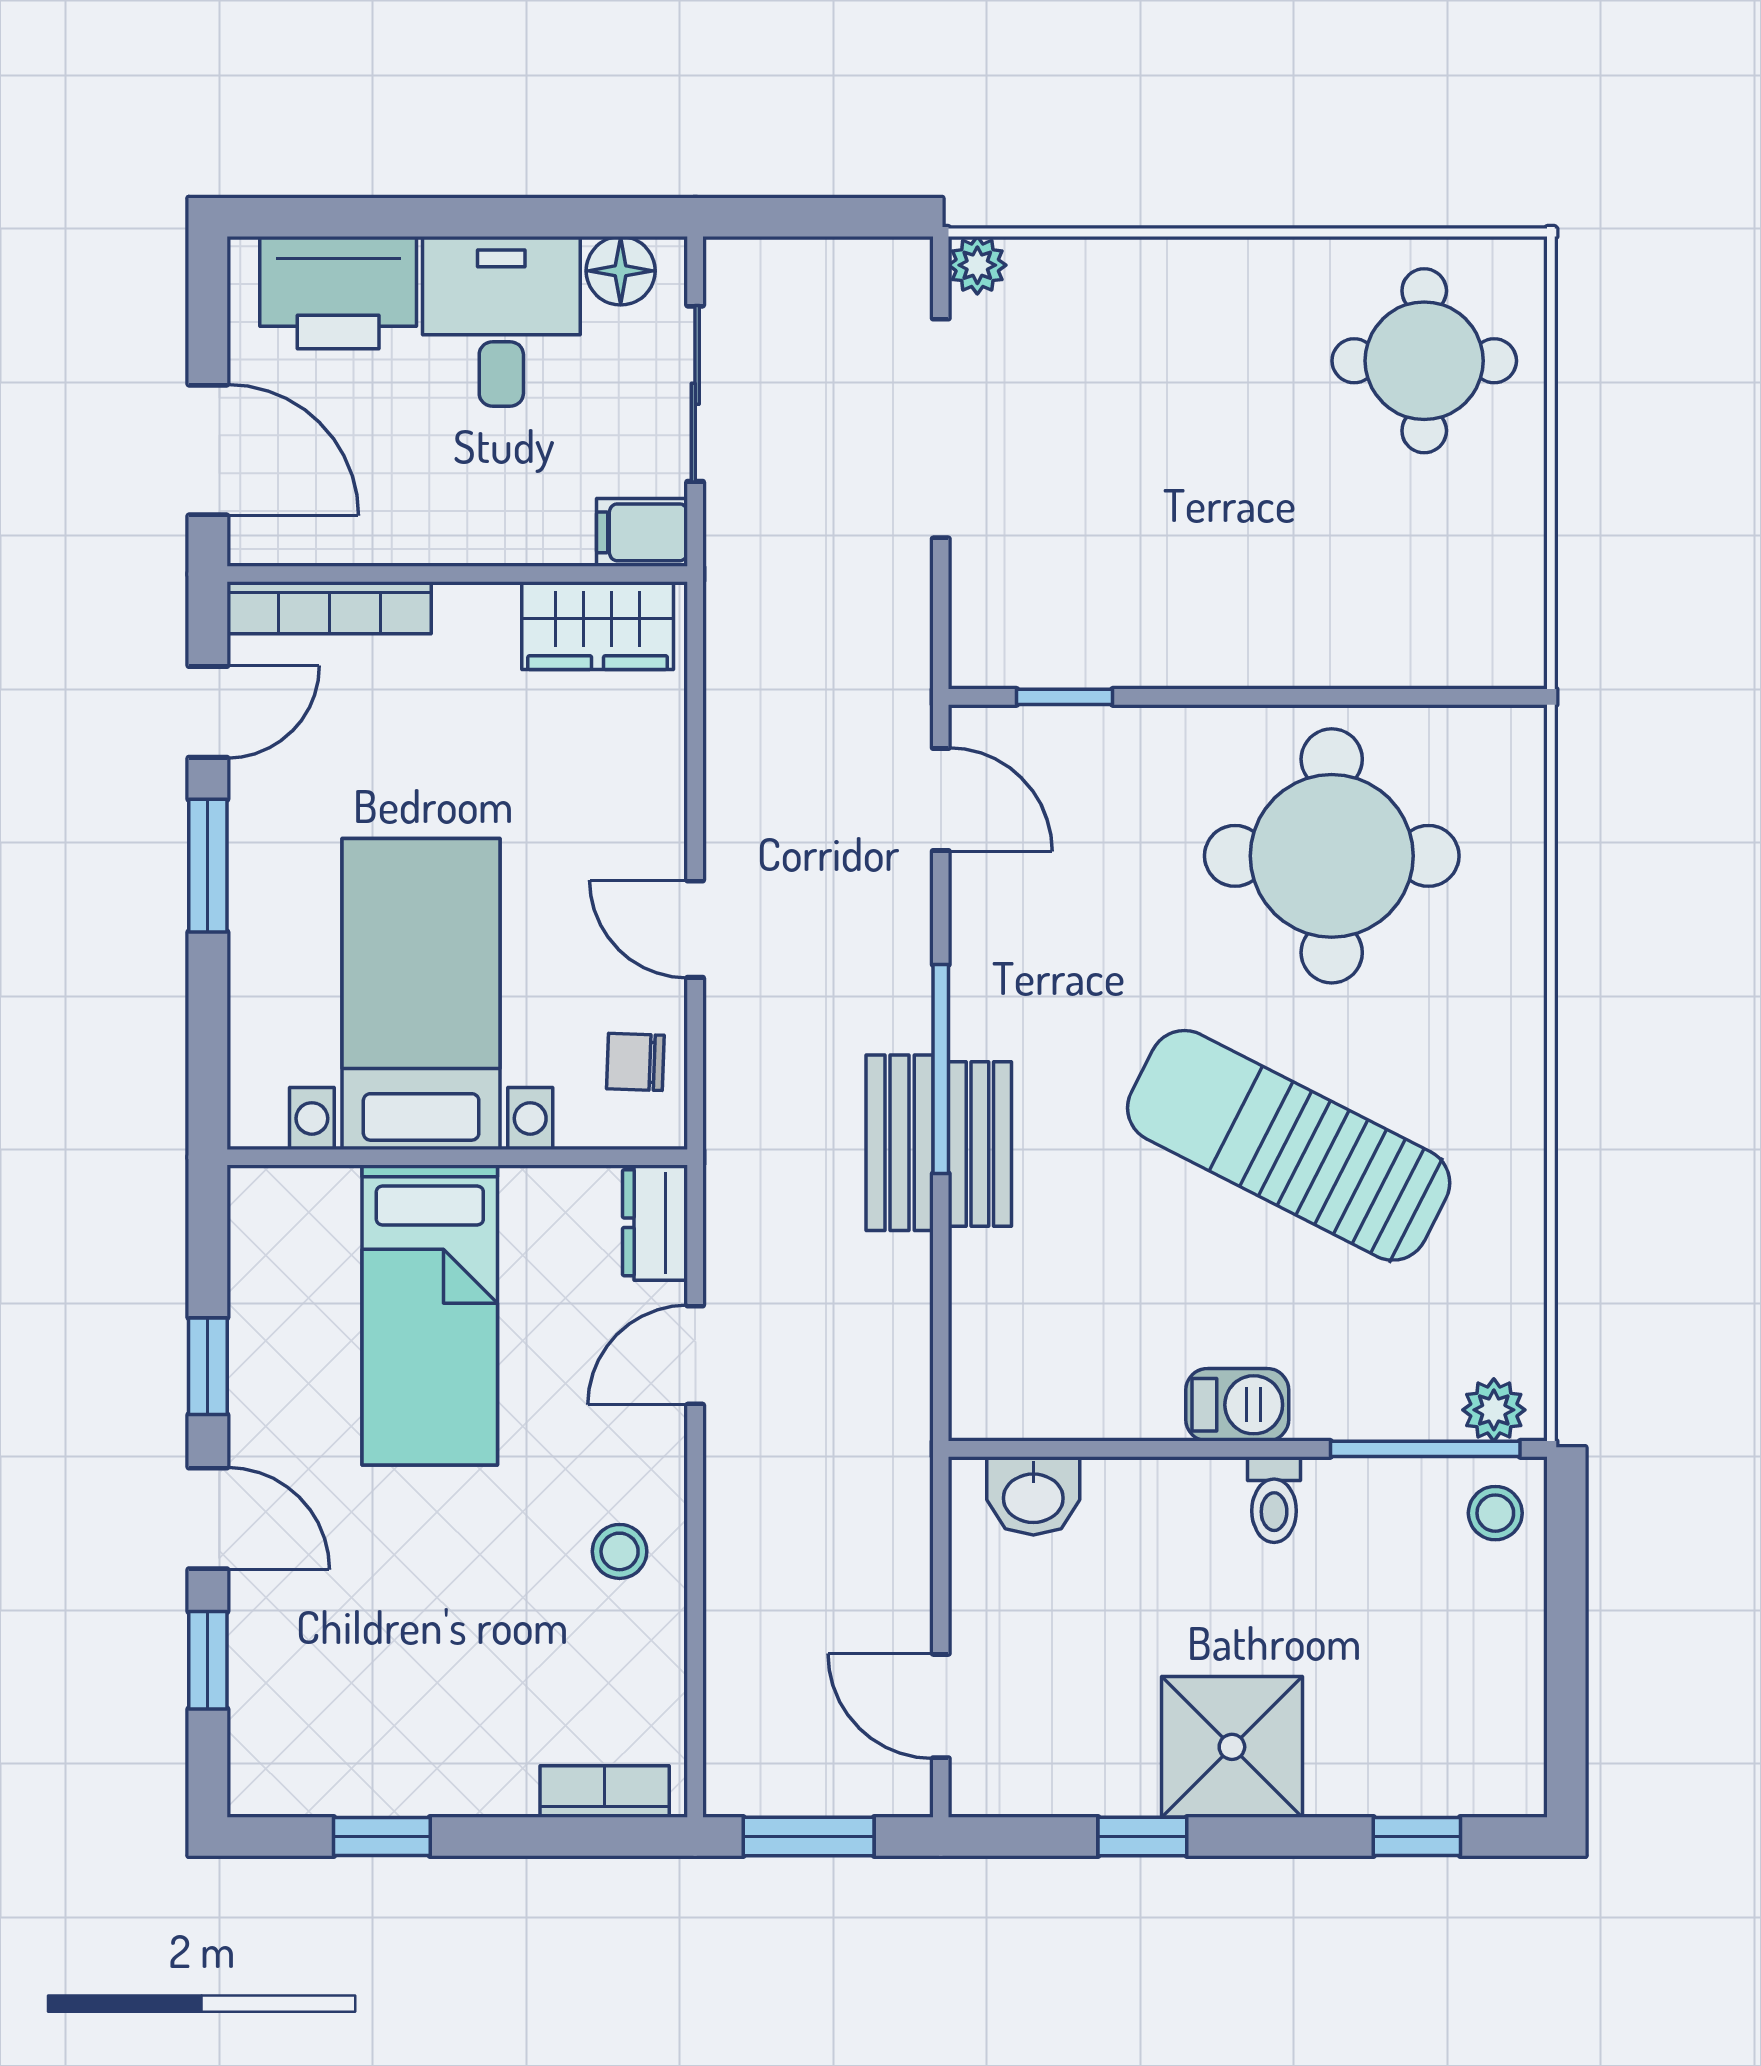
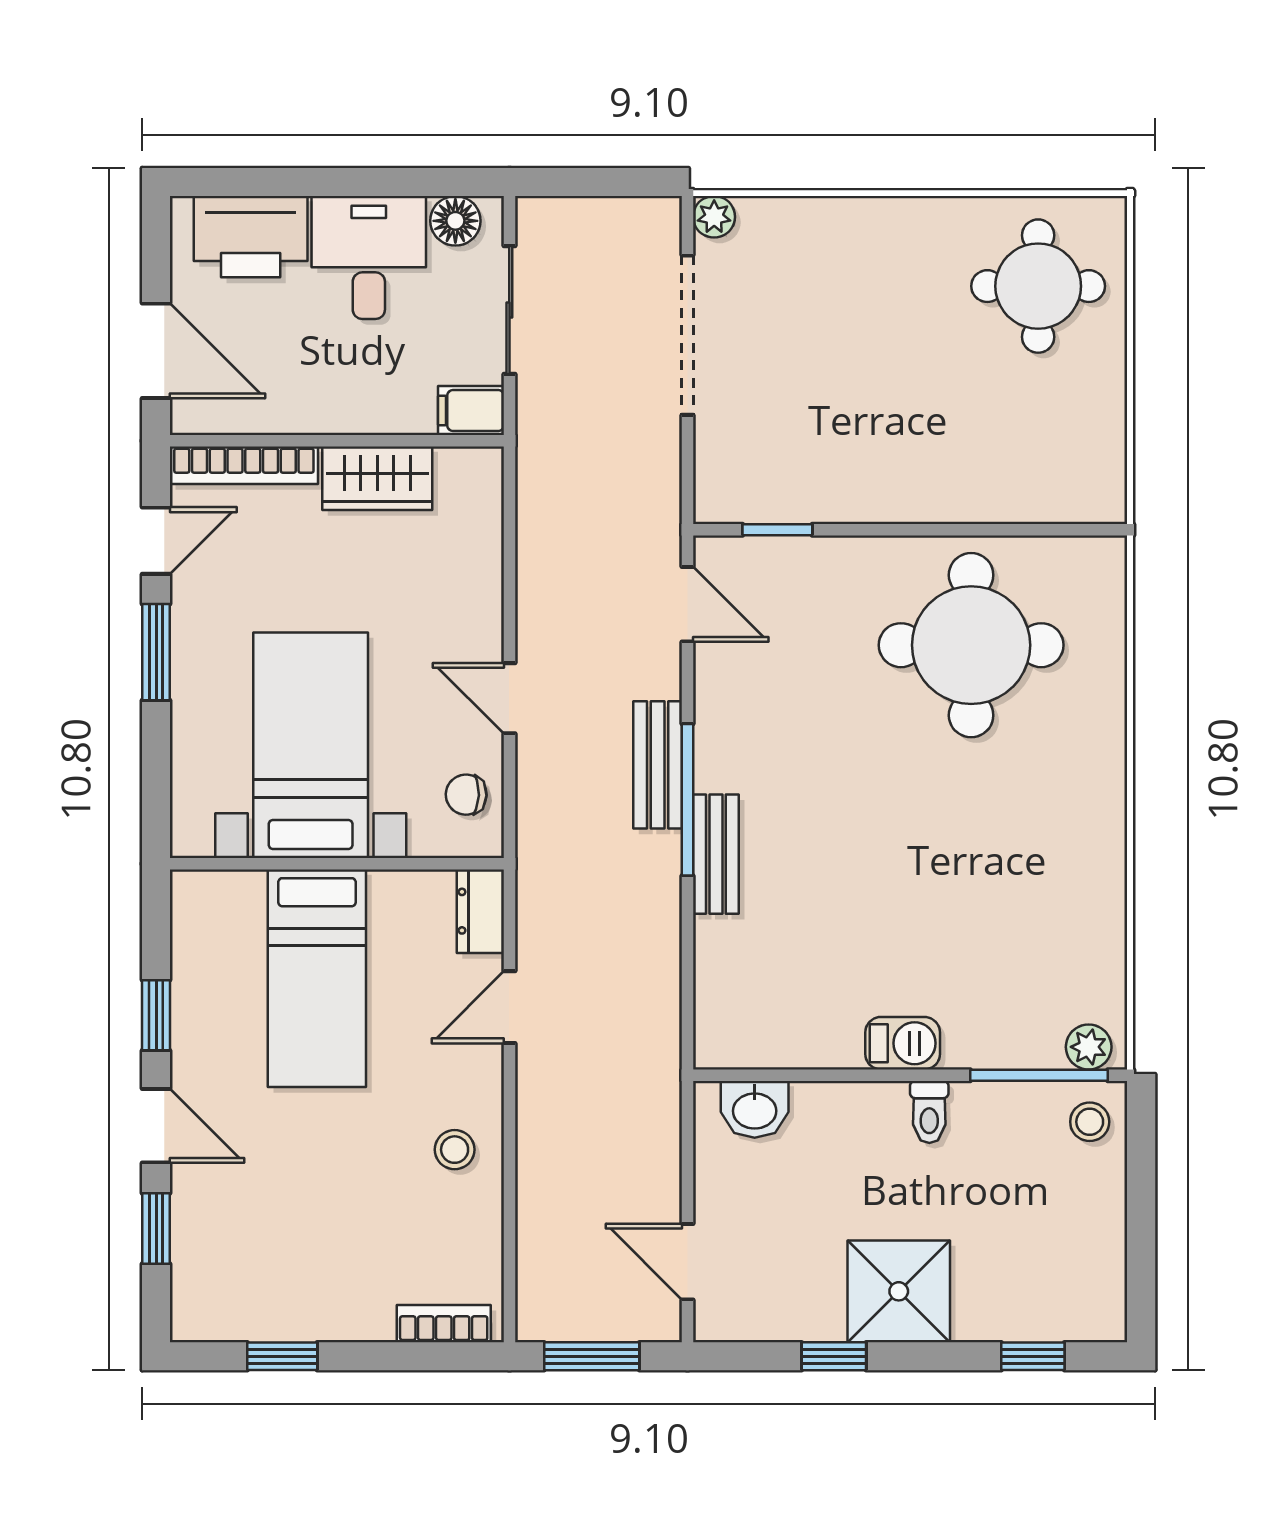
wardrobe: (598, 626) -> (377, 478), moved
bench: (900, 1143) -> (658, 765), moved
sun lounger: (1289, 1145) -> (940, 855), removed

